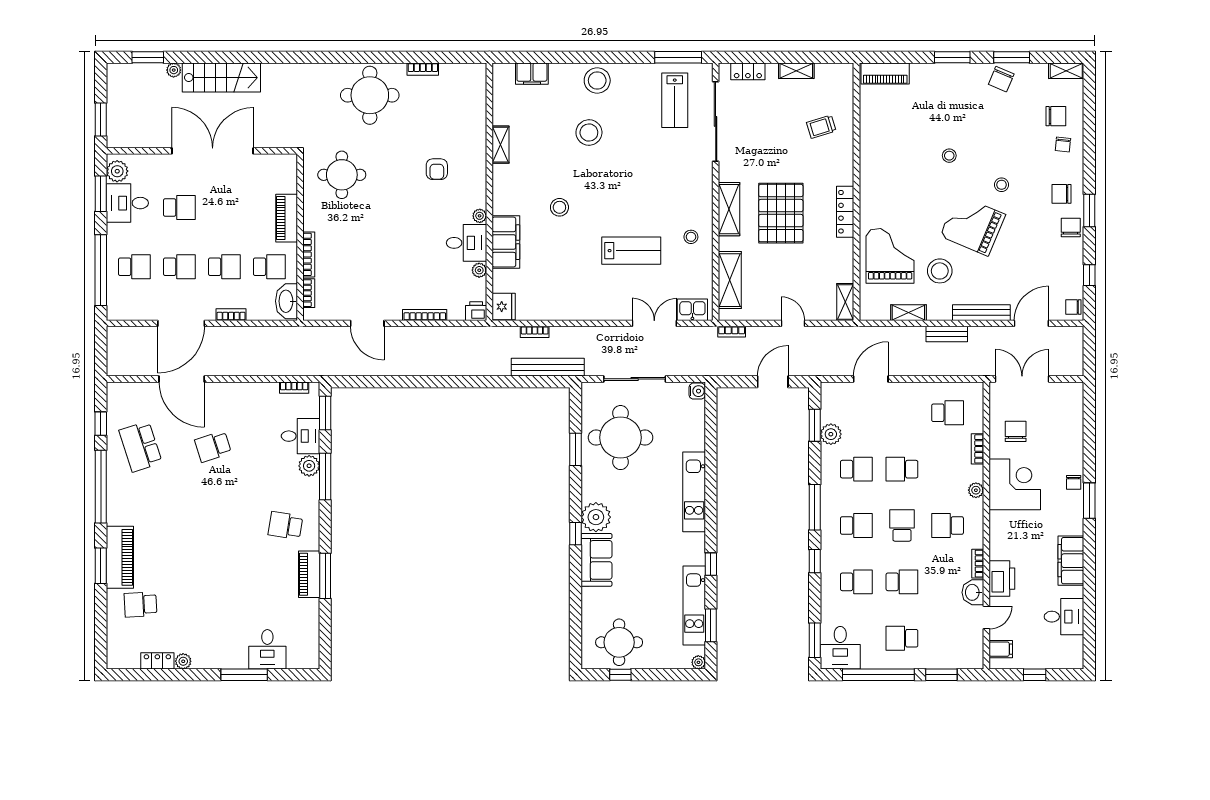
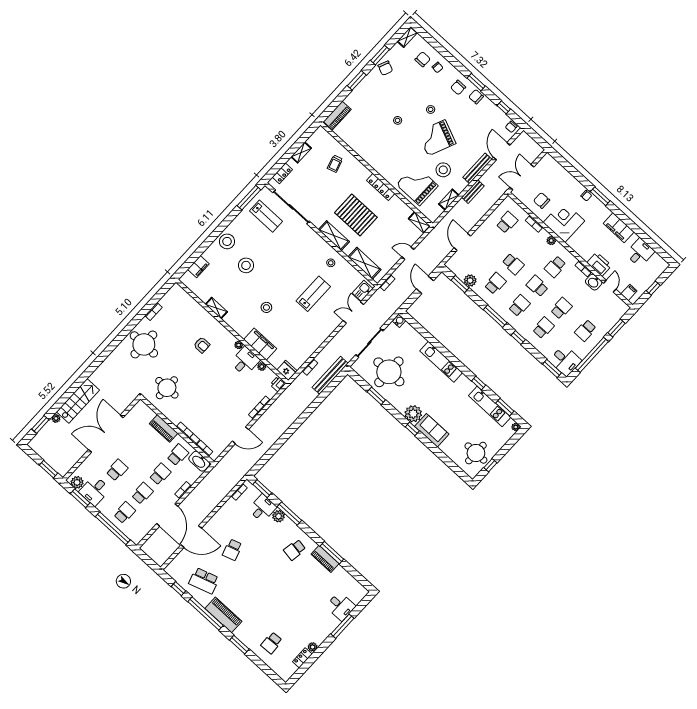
school desk: (902, 469) -> (513, 264), turned -90
piano: (120, 557) -> (223, 615), moved

